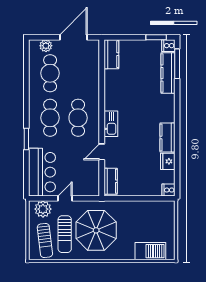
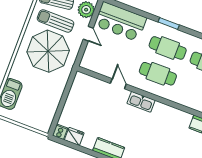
window: (26, 139) -> (169, 23), moved
fridge: (168, 161) -> (74, 136), moved
kitchen counter: (111, 181) -> (88, 82), removed

